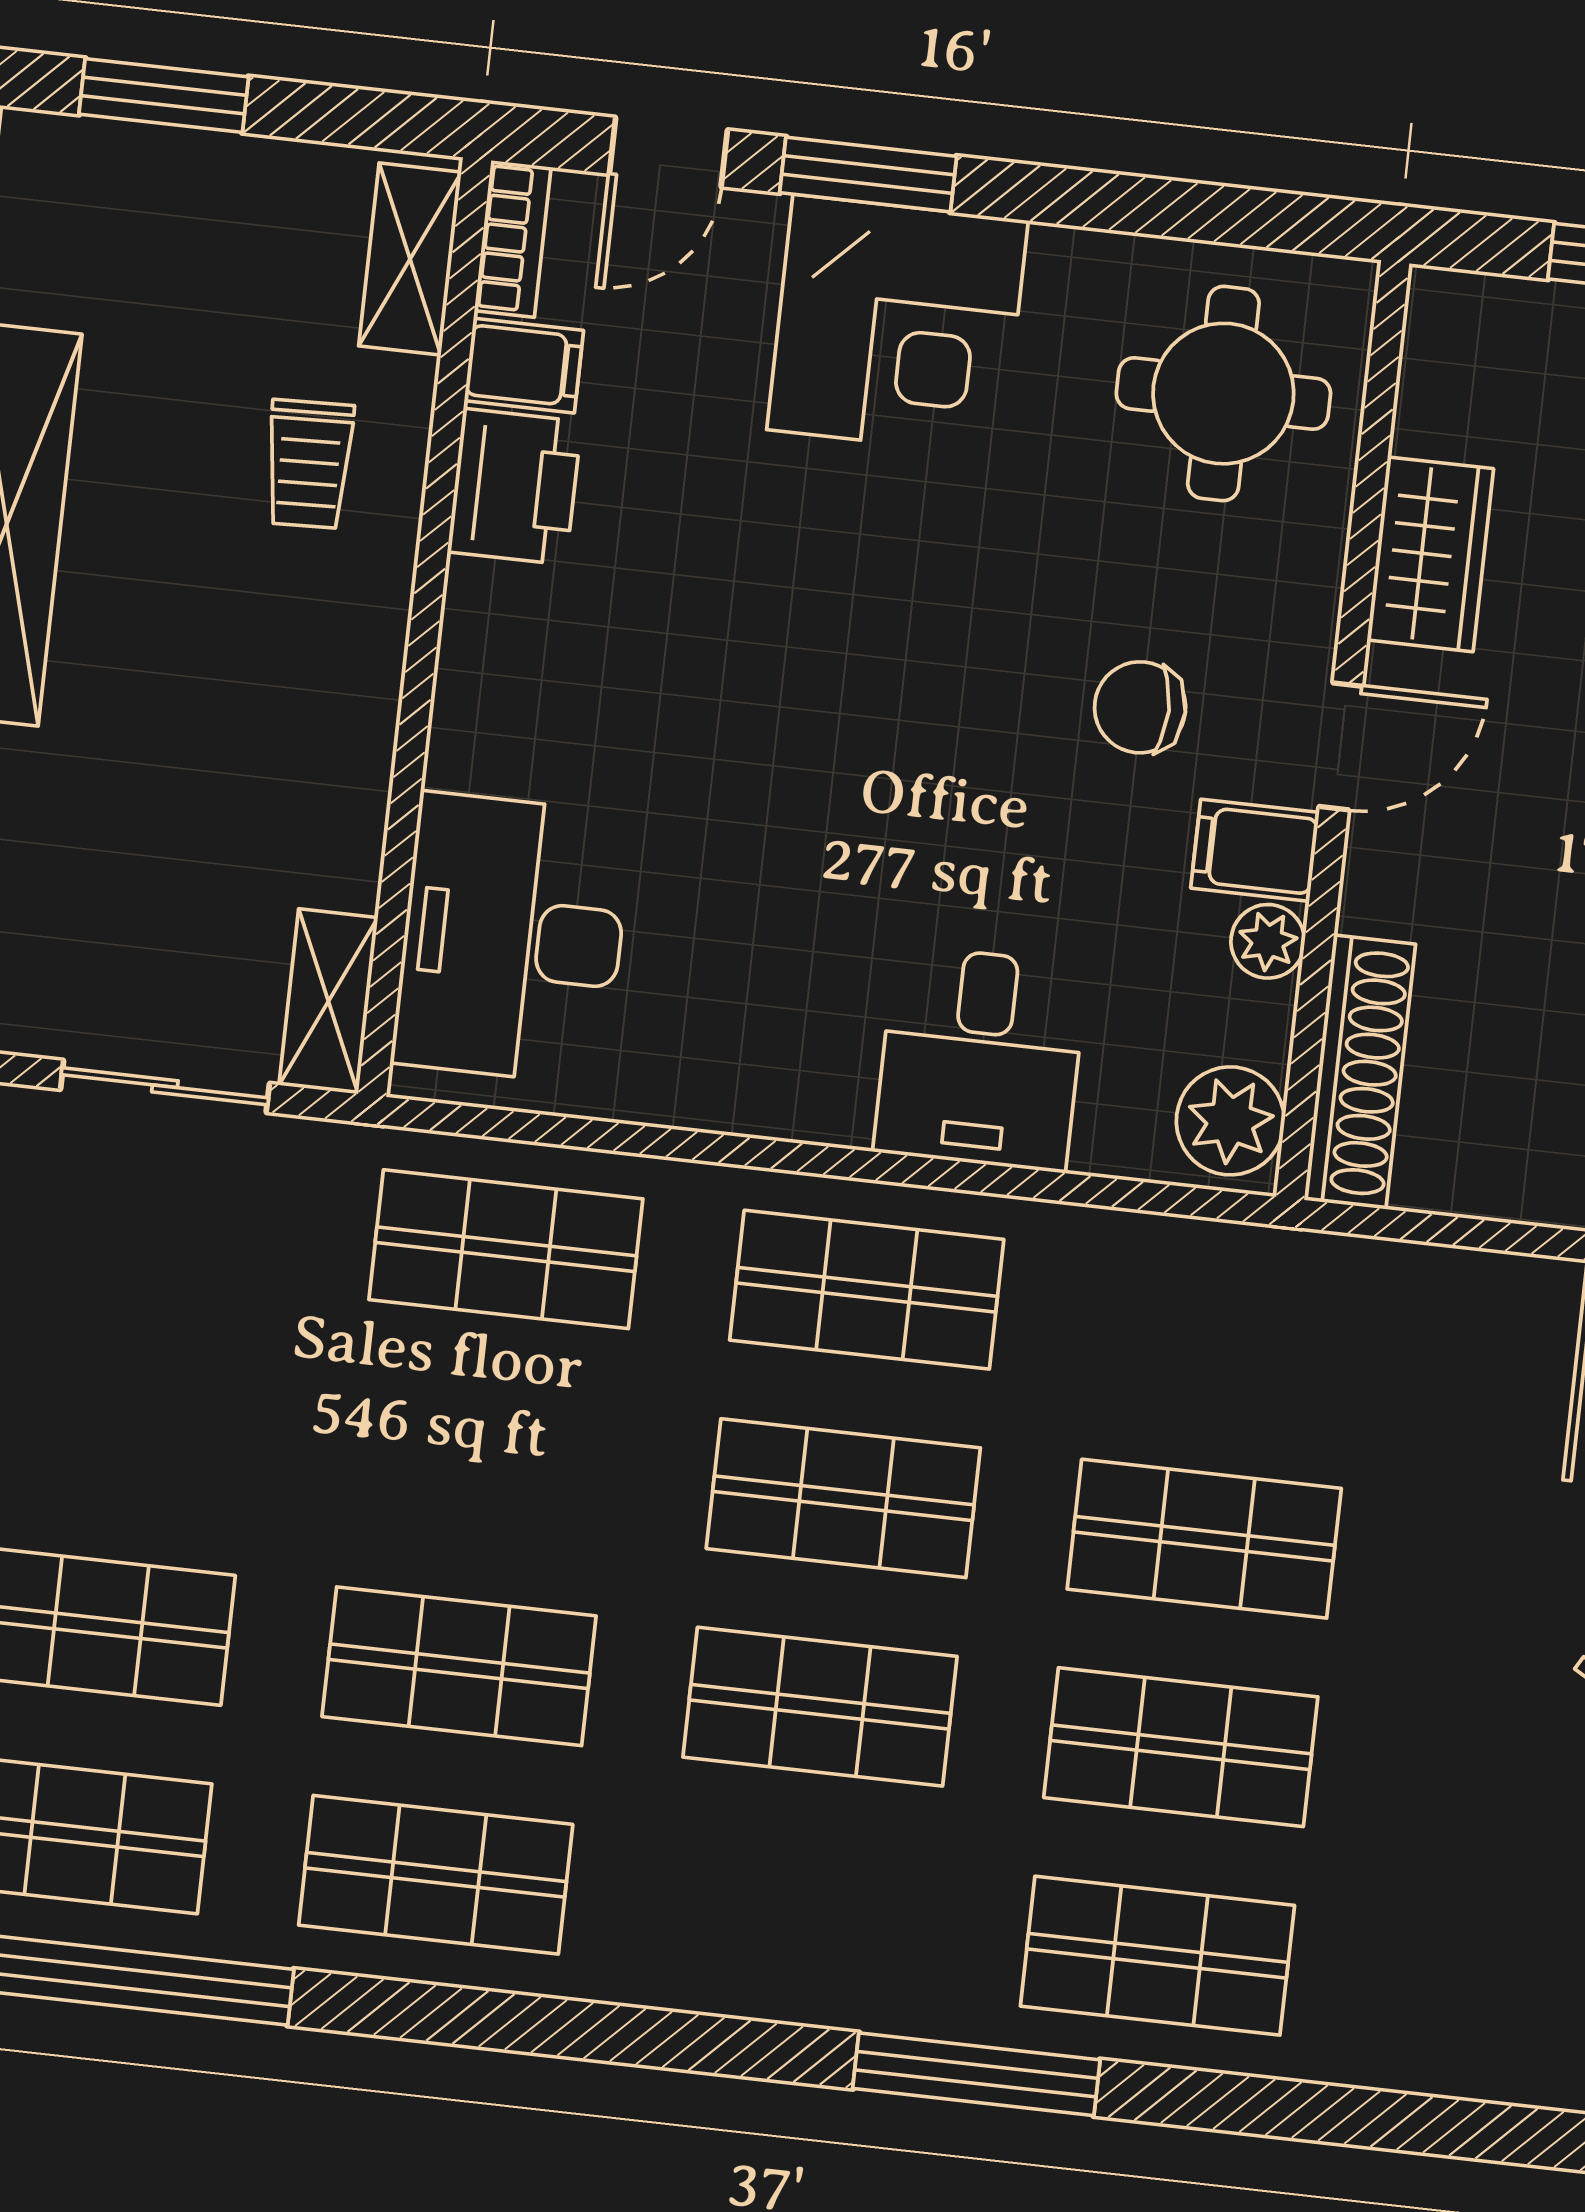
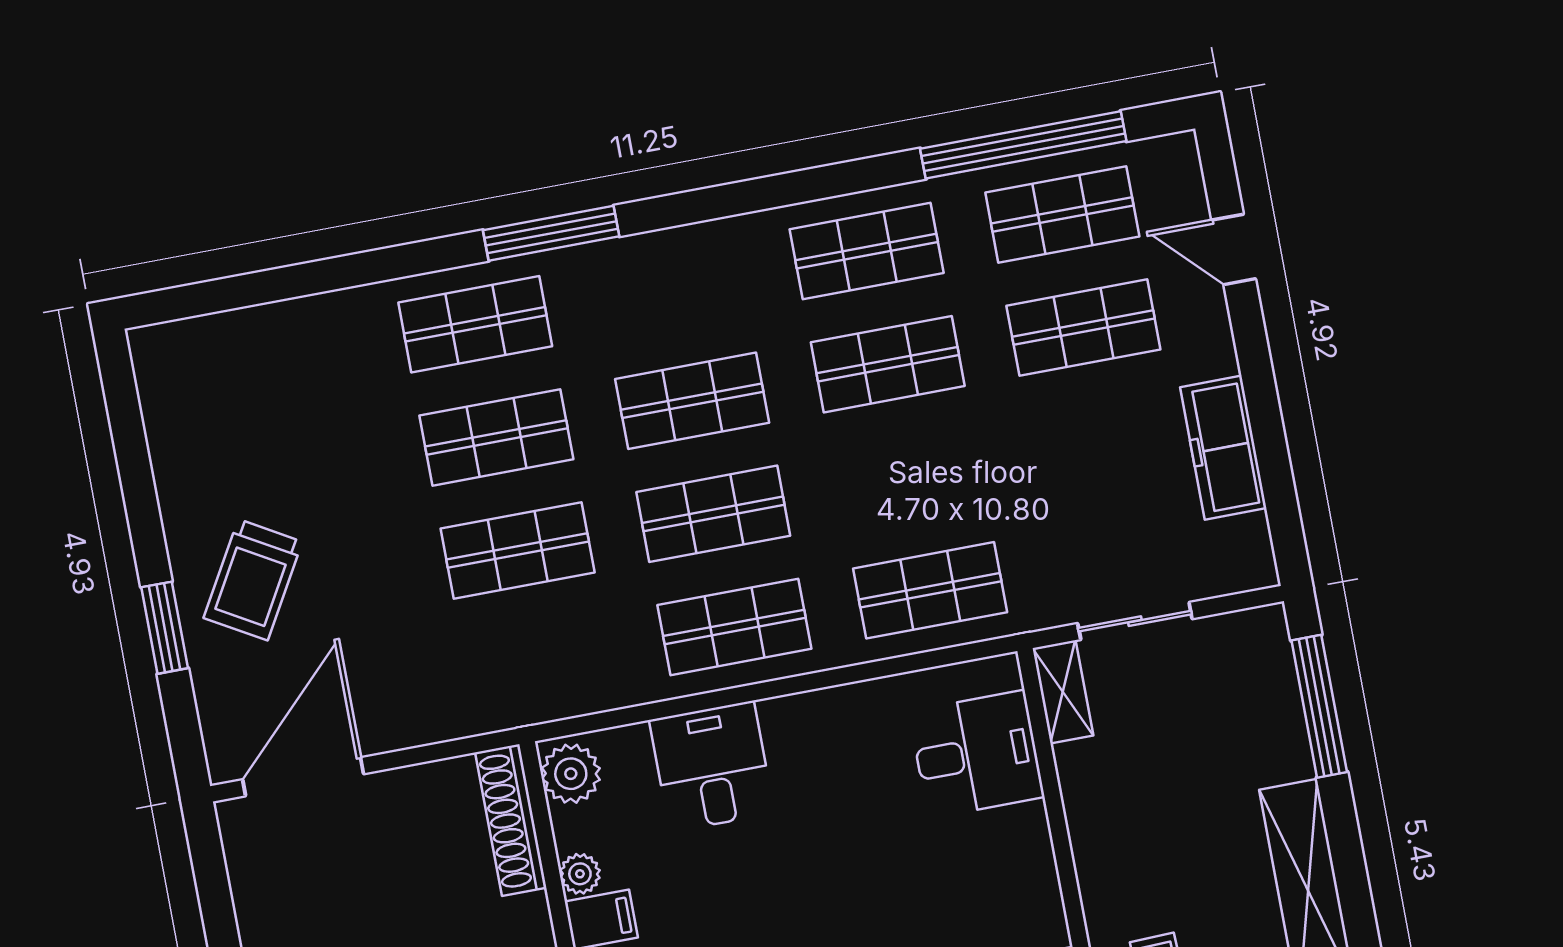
desk: (512, 939) -> (977, 754), width x0.73

